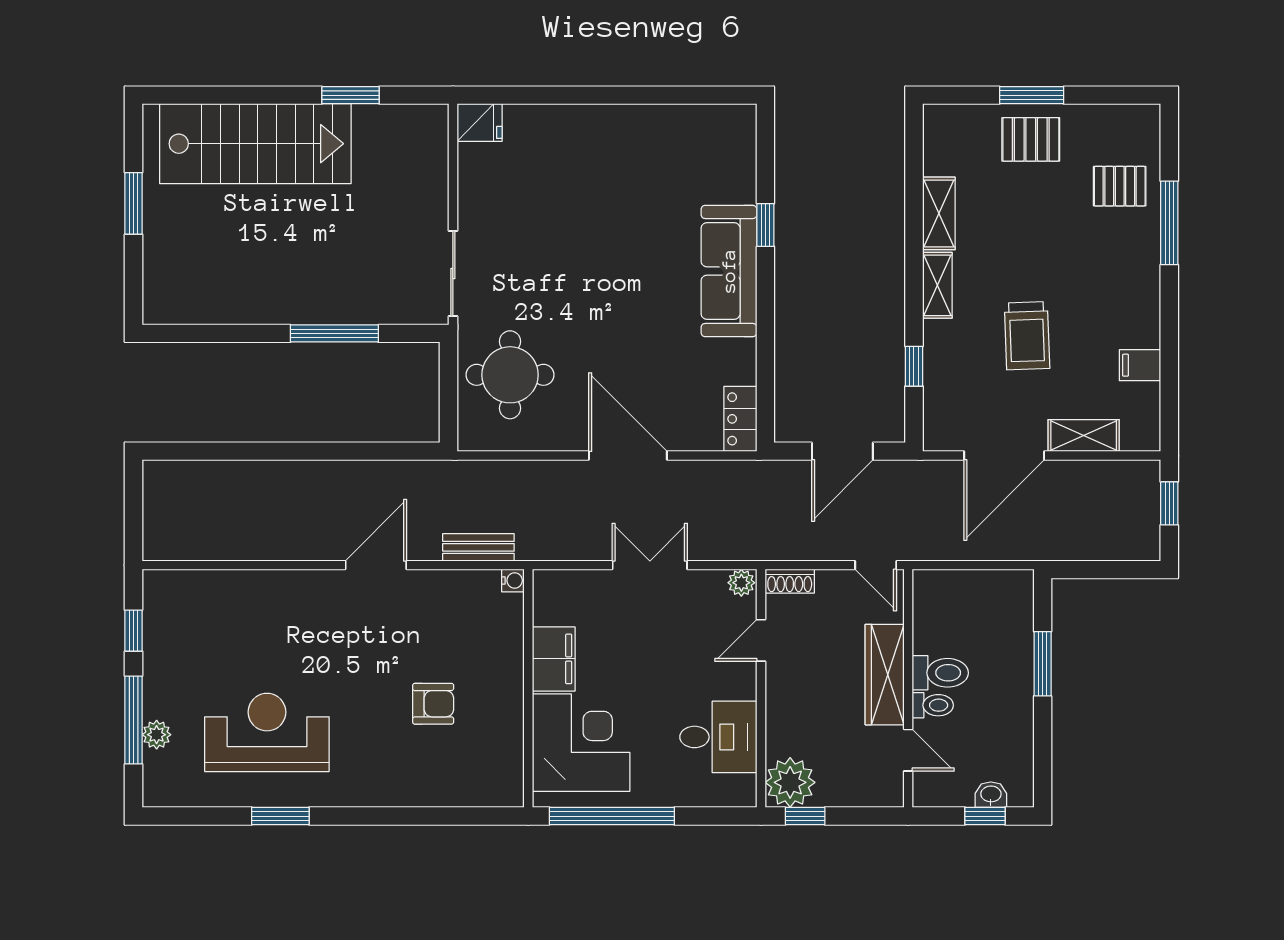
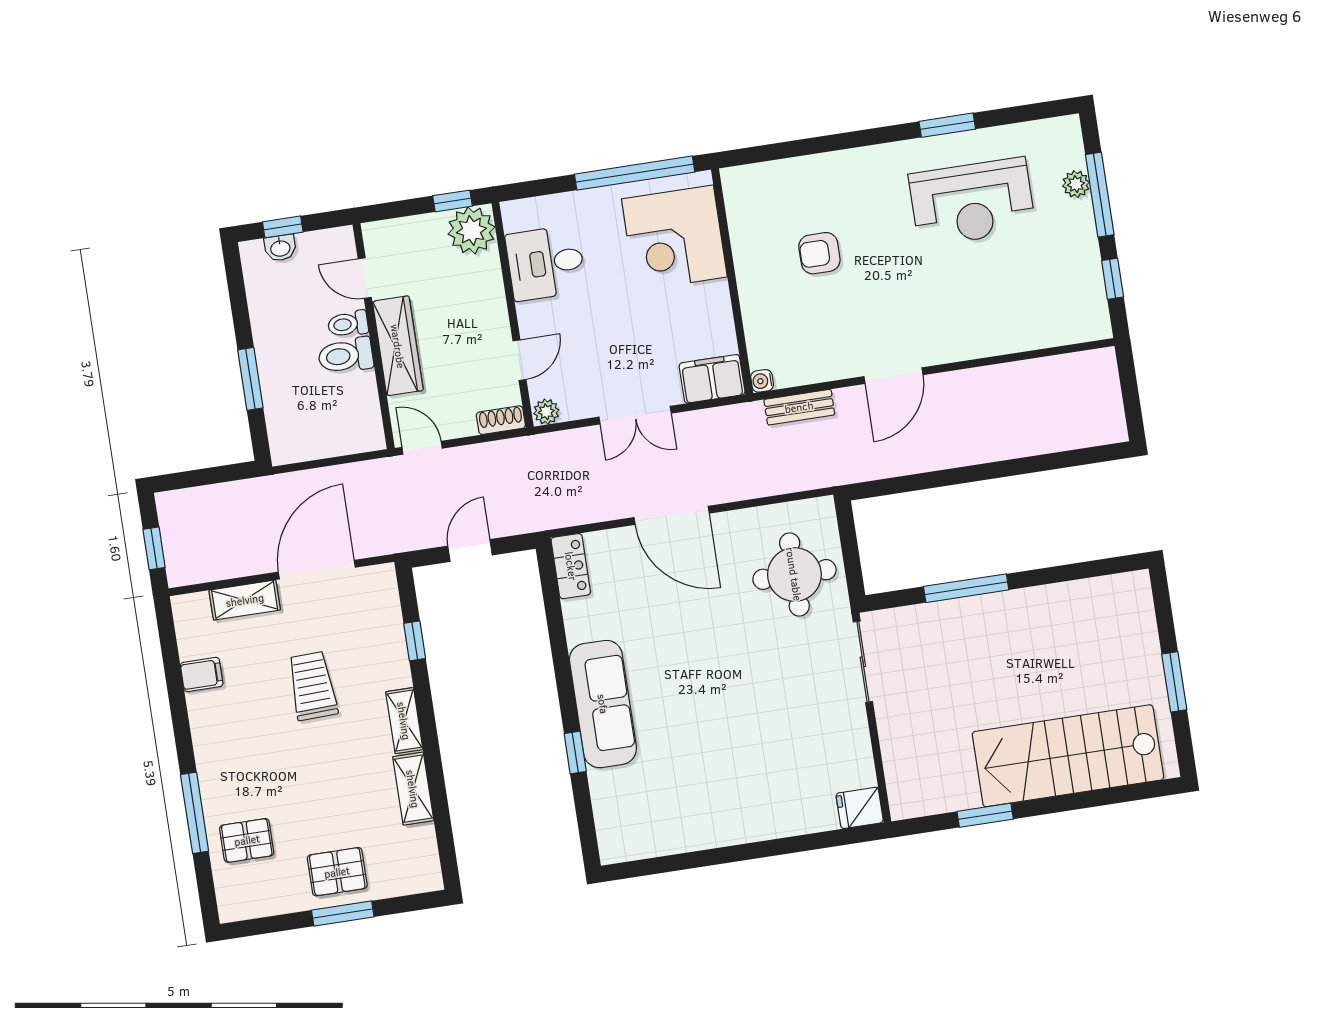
door: (842, 451) -> (470, 550), width x0.73
filing cabinet: (554, 659) -> (712, 379), moved, turned 90

